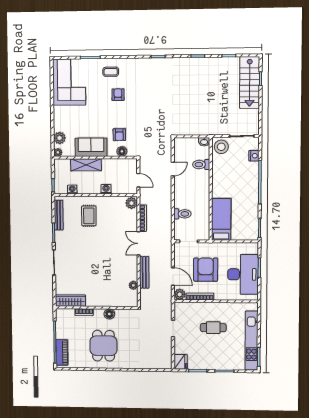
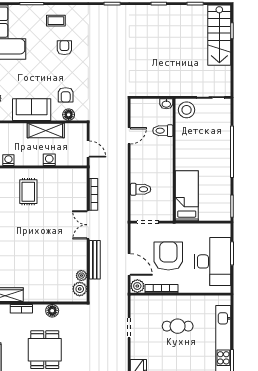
nightstand: (254, 156) -> (225, 121), removed
shelving: (86, 165) -> (46, 130), moved
plant: (131, 203) -> (80, 289), moved

